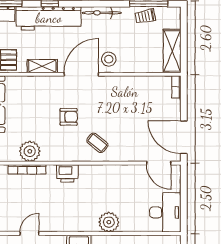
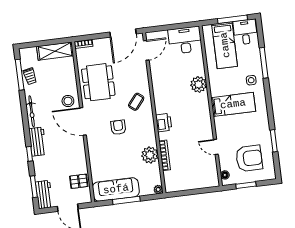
workbench: (49, 18) -> (38, 142), width x0.53, depth x0.76
shelving: (42, 66) -> (80, 154), removed
dining table: (127, 99) -> (98, 82), added

